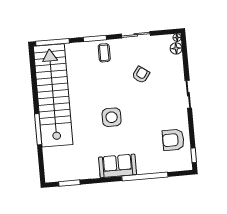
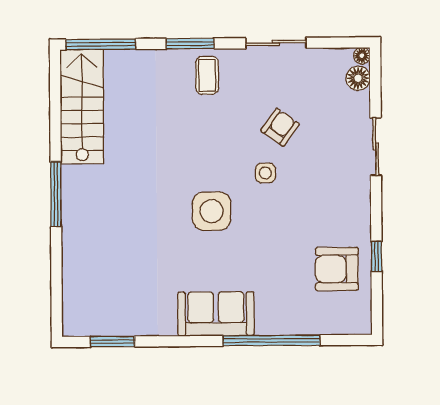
sliding door: (188, 94) -> (376, 147), moved
stairs: (53, 95) -> (82, 107), width x0.54, depth x0.66
side table: (136, 97) -> (265, 173), added
window: (38, 129) -> (56, 194), moved
window: (194, 155) -> (377, 256), moved

